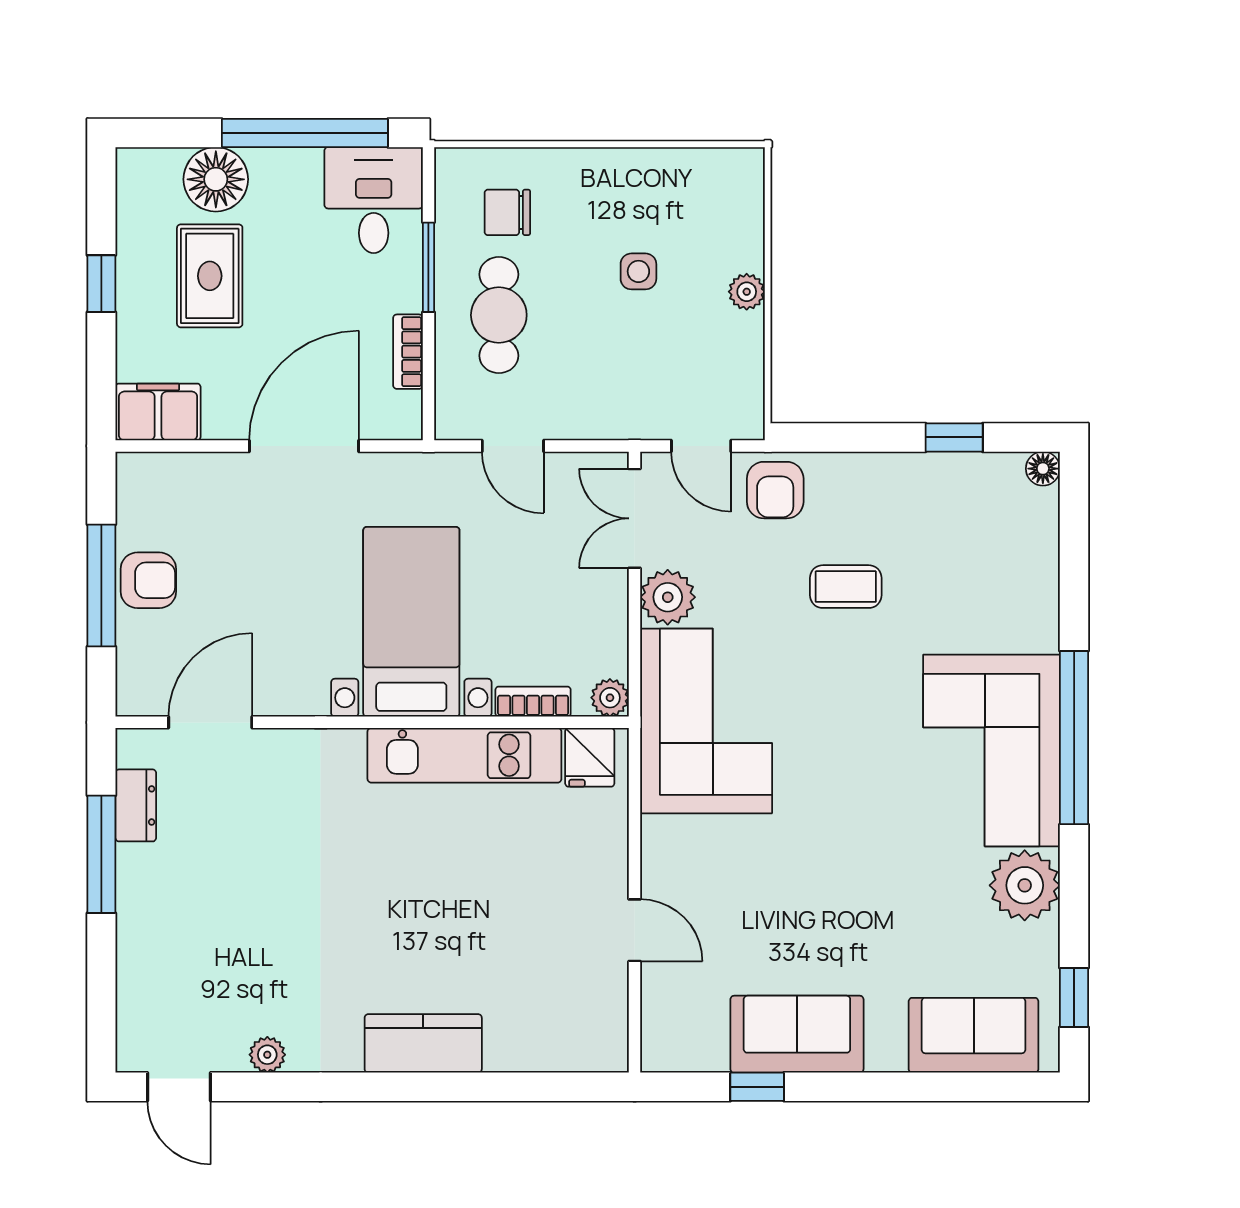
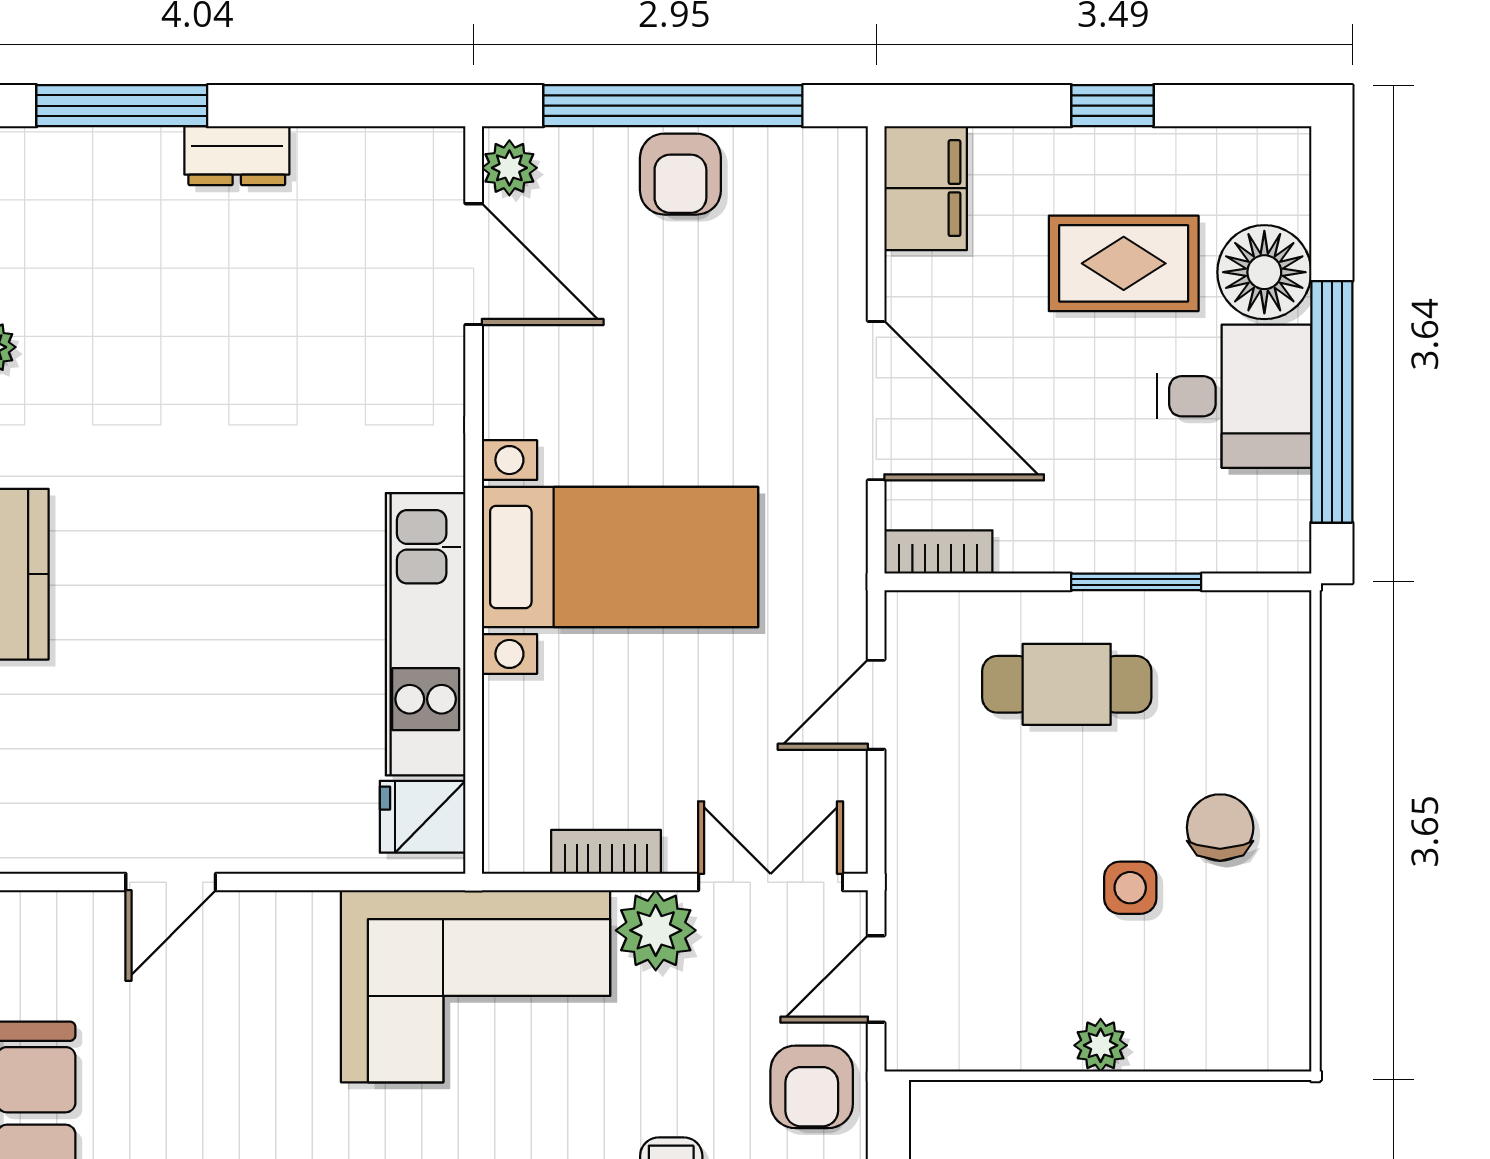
desk: (374, 200) -> (1234, 396), moved
chair: (507, 212) -> (1220, 828), moved
bookcase: (408, 352) -> (938, 552), moved
armchair: (775, 490) -> (812, 1087), turned -90
window: (101, 585) -> (673, 106), width x1.46
plant: (610, 698) -> (509, 168), moved
bookcase: (533, 702) -> (606, 852), moved, turned -90
dresser: (136, 805) -> (237, 156), moved
window: (101, 854) -> (122, 106), moved

